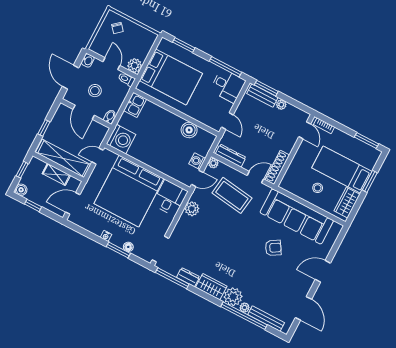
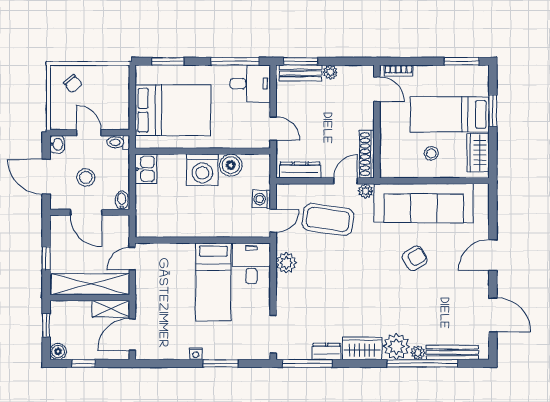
plant: (135, 66) -> (119, 120), removed
washing machine: (121, 139) -> (202, 170), moved, turned 90
plant: (213, 163) -> (366, 191), moved
shelving: (56, 174) -> (111, 309), moved
bed: (129, 191) -> (213, 282), width x0.49
floor lamp: (128, 247) -> (231, 353), removed

